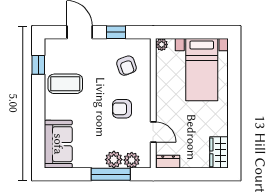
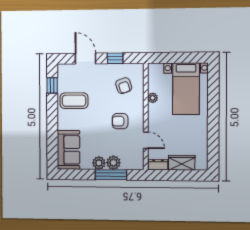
plant: (162, 45) -> (153, 98), moved
wardrobe: (219, 152) -> (182, 163), moved, turned 90
plant: (132, 160) -> (99, 163), moved

